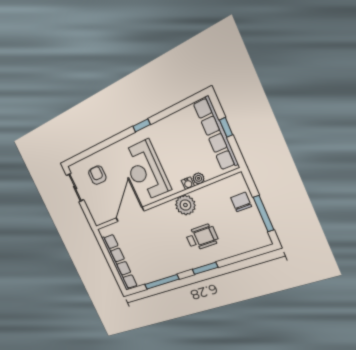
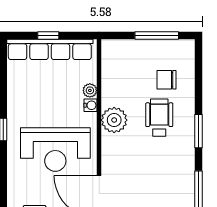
chair: (241, 202) -> (167, 80), moved

